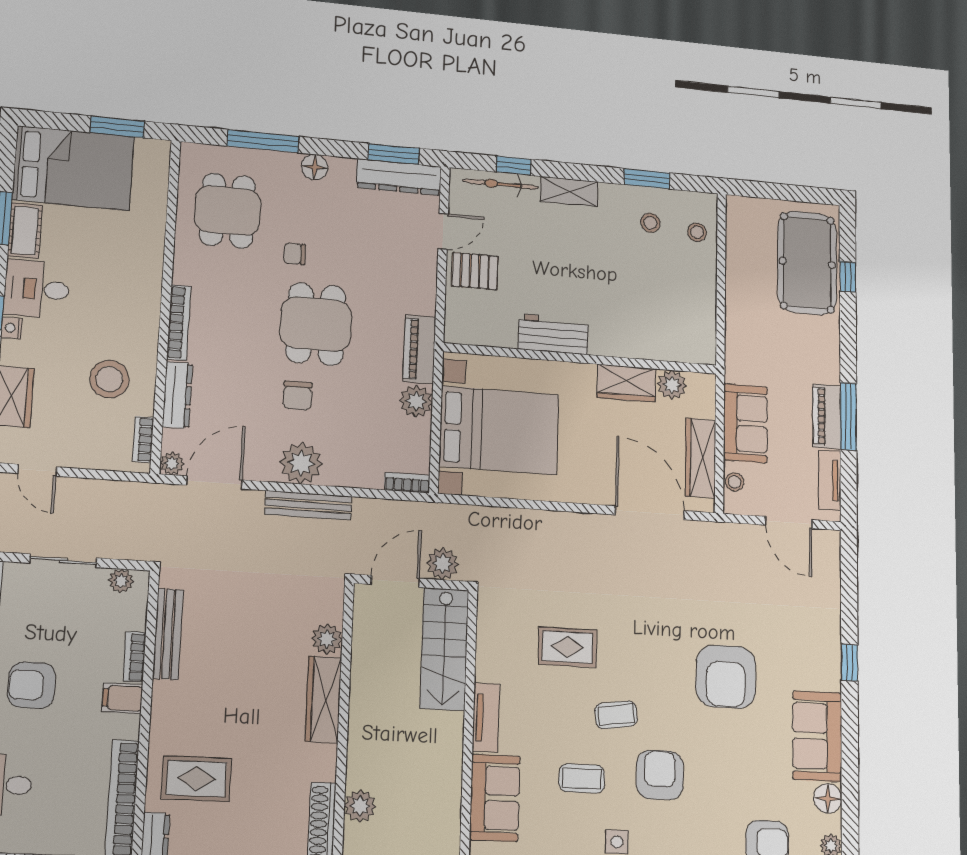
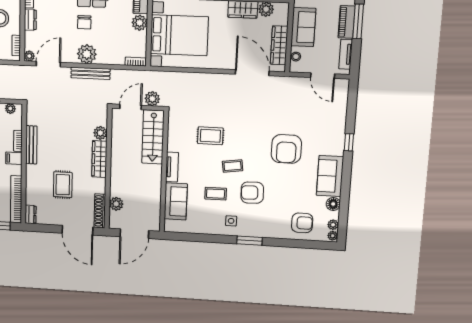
dresser: (177, 395) -> (30, 20), width x0.70
bench: (168, 634) -> (31, 145), moved
armchair: (660, 775) -> (252, 193), turned -92
rug: (196, 779) -> (63, 185), moved, turned 90

